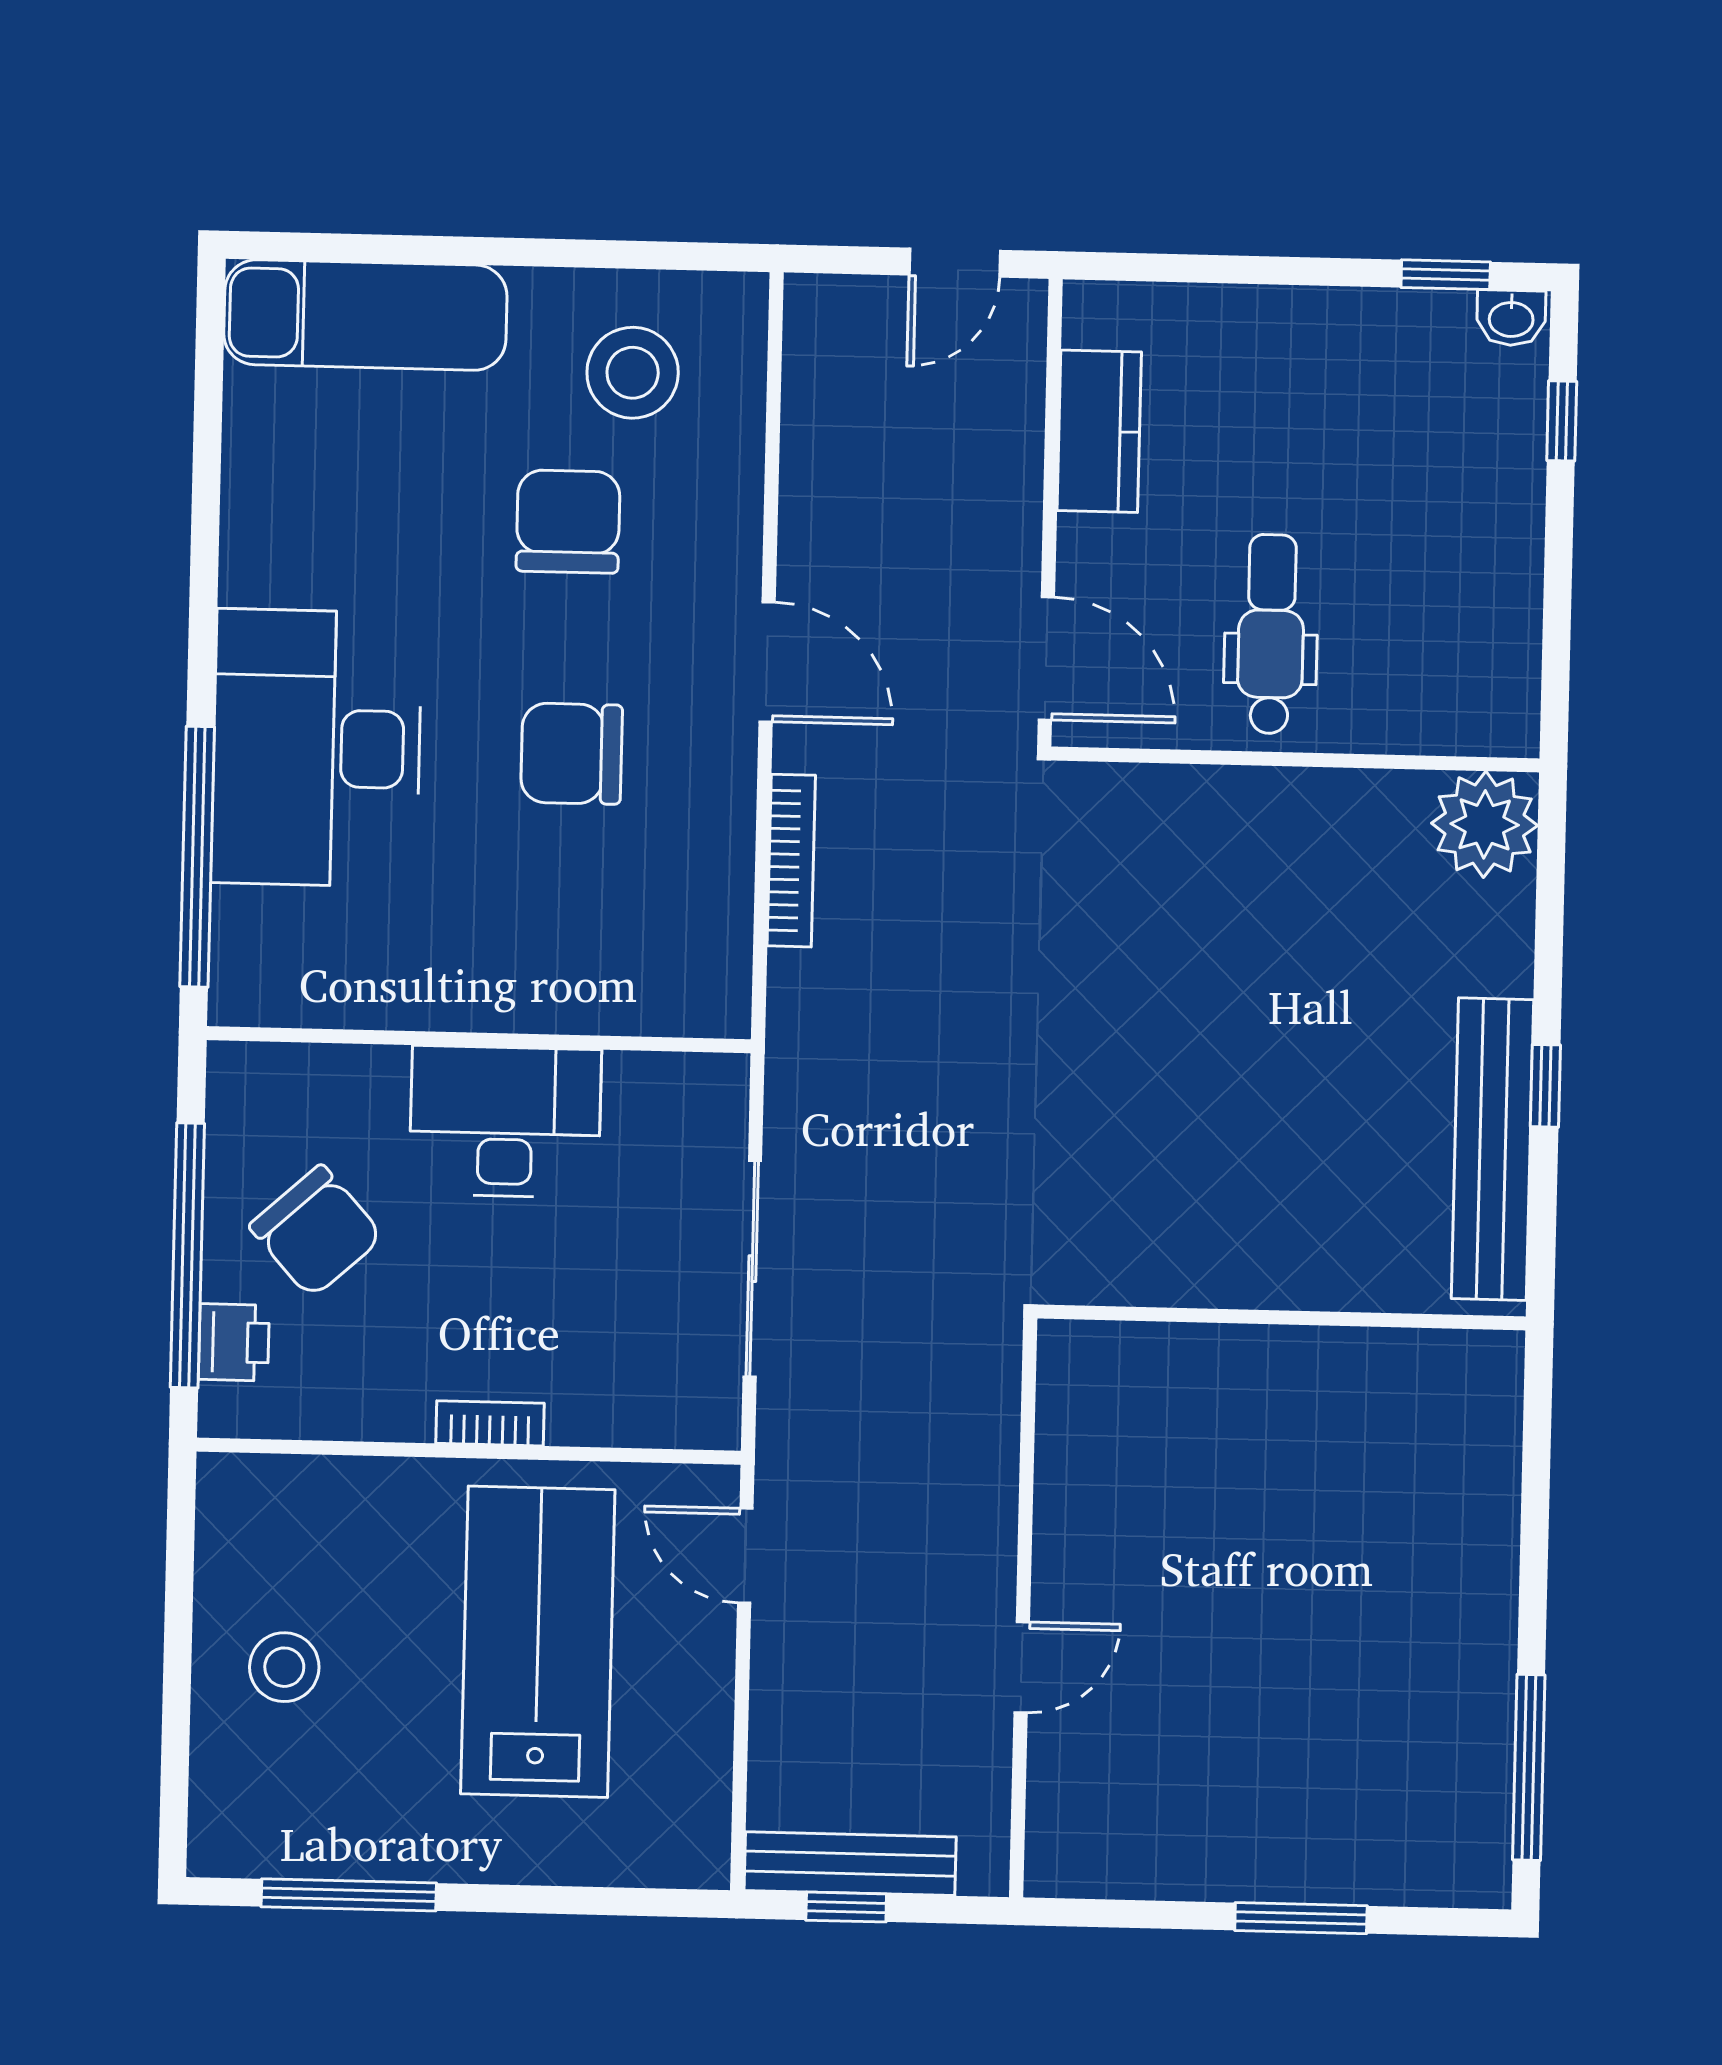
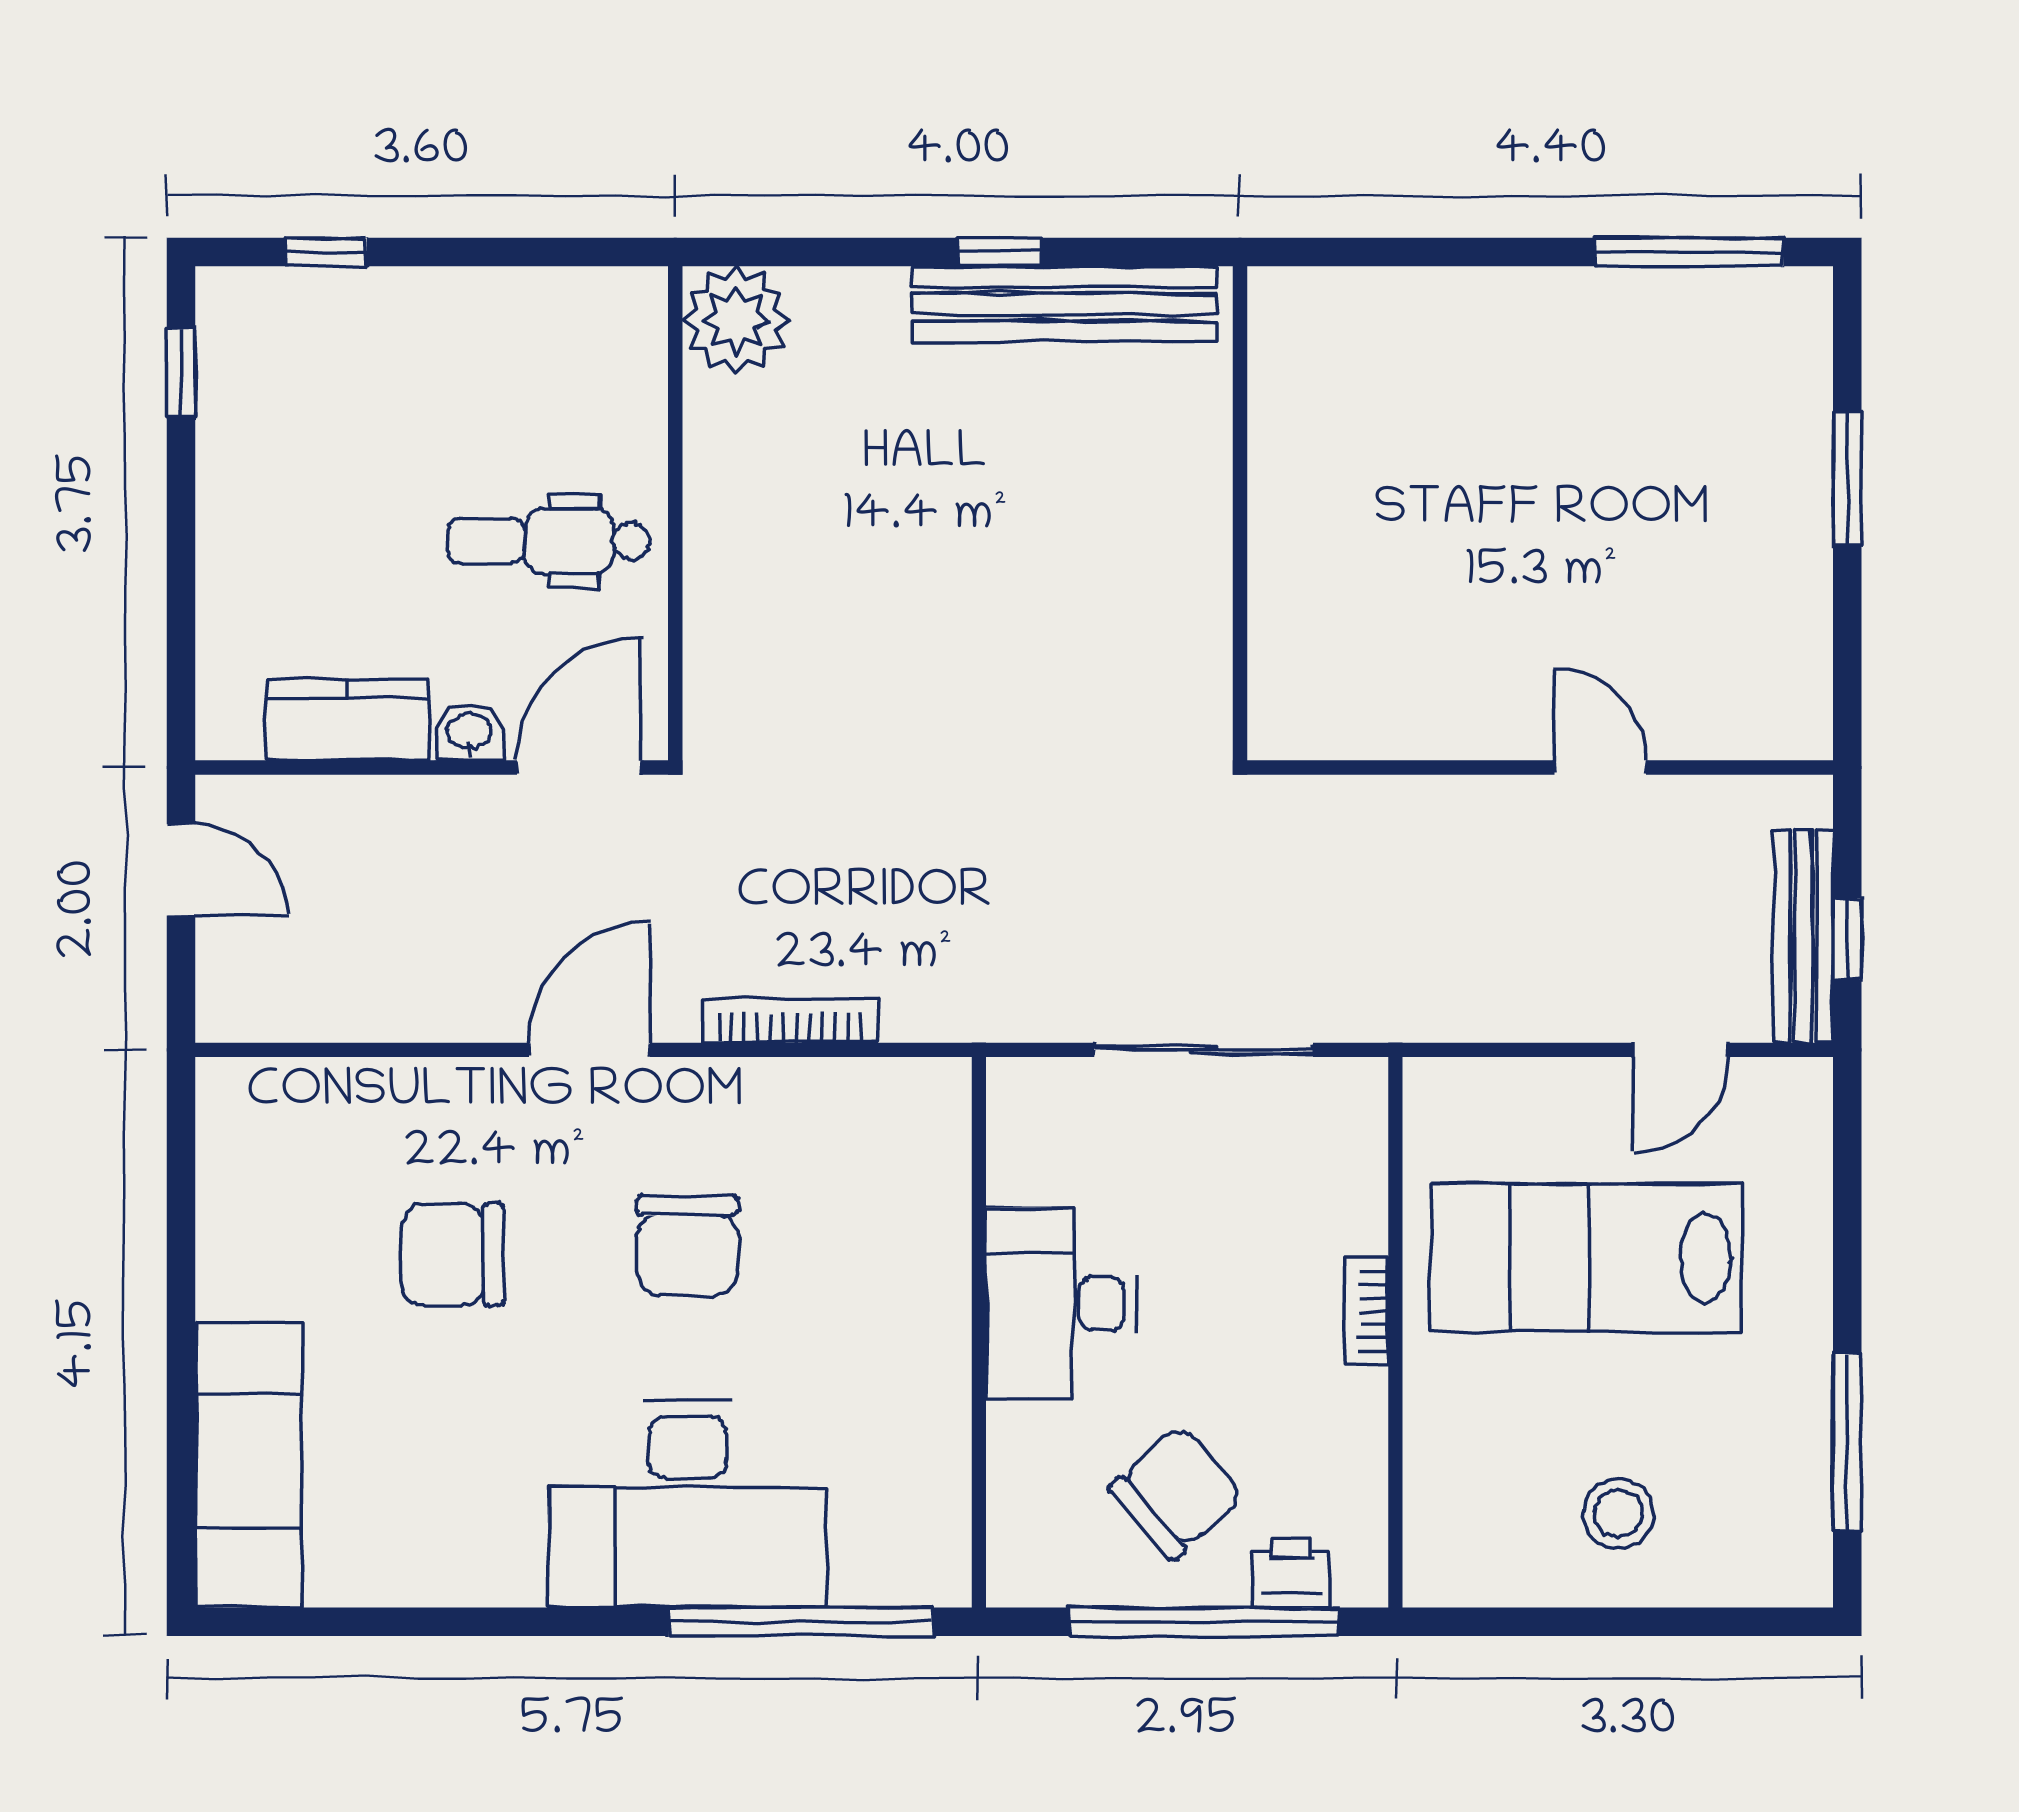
washbasin: (1511, 318) -> (469, 732), moved, turned -90
stool: (633, 373) -> (300, 1193), removed
door: (745, 1556) -> (1681, 1050), moved

